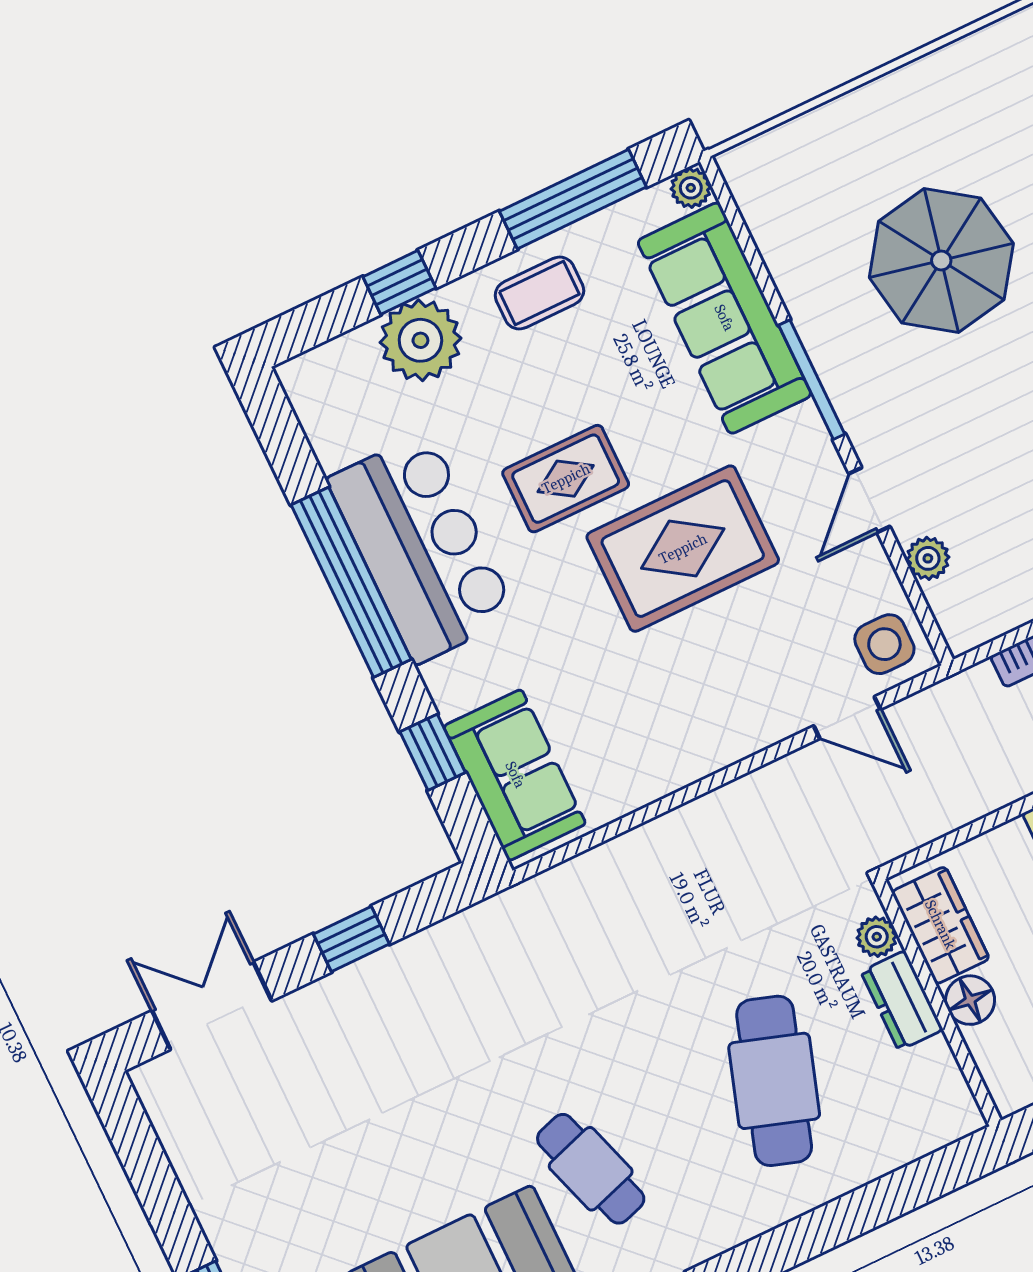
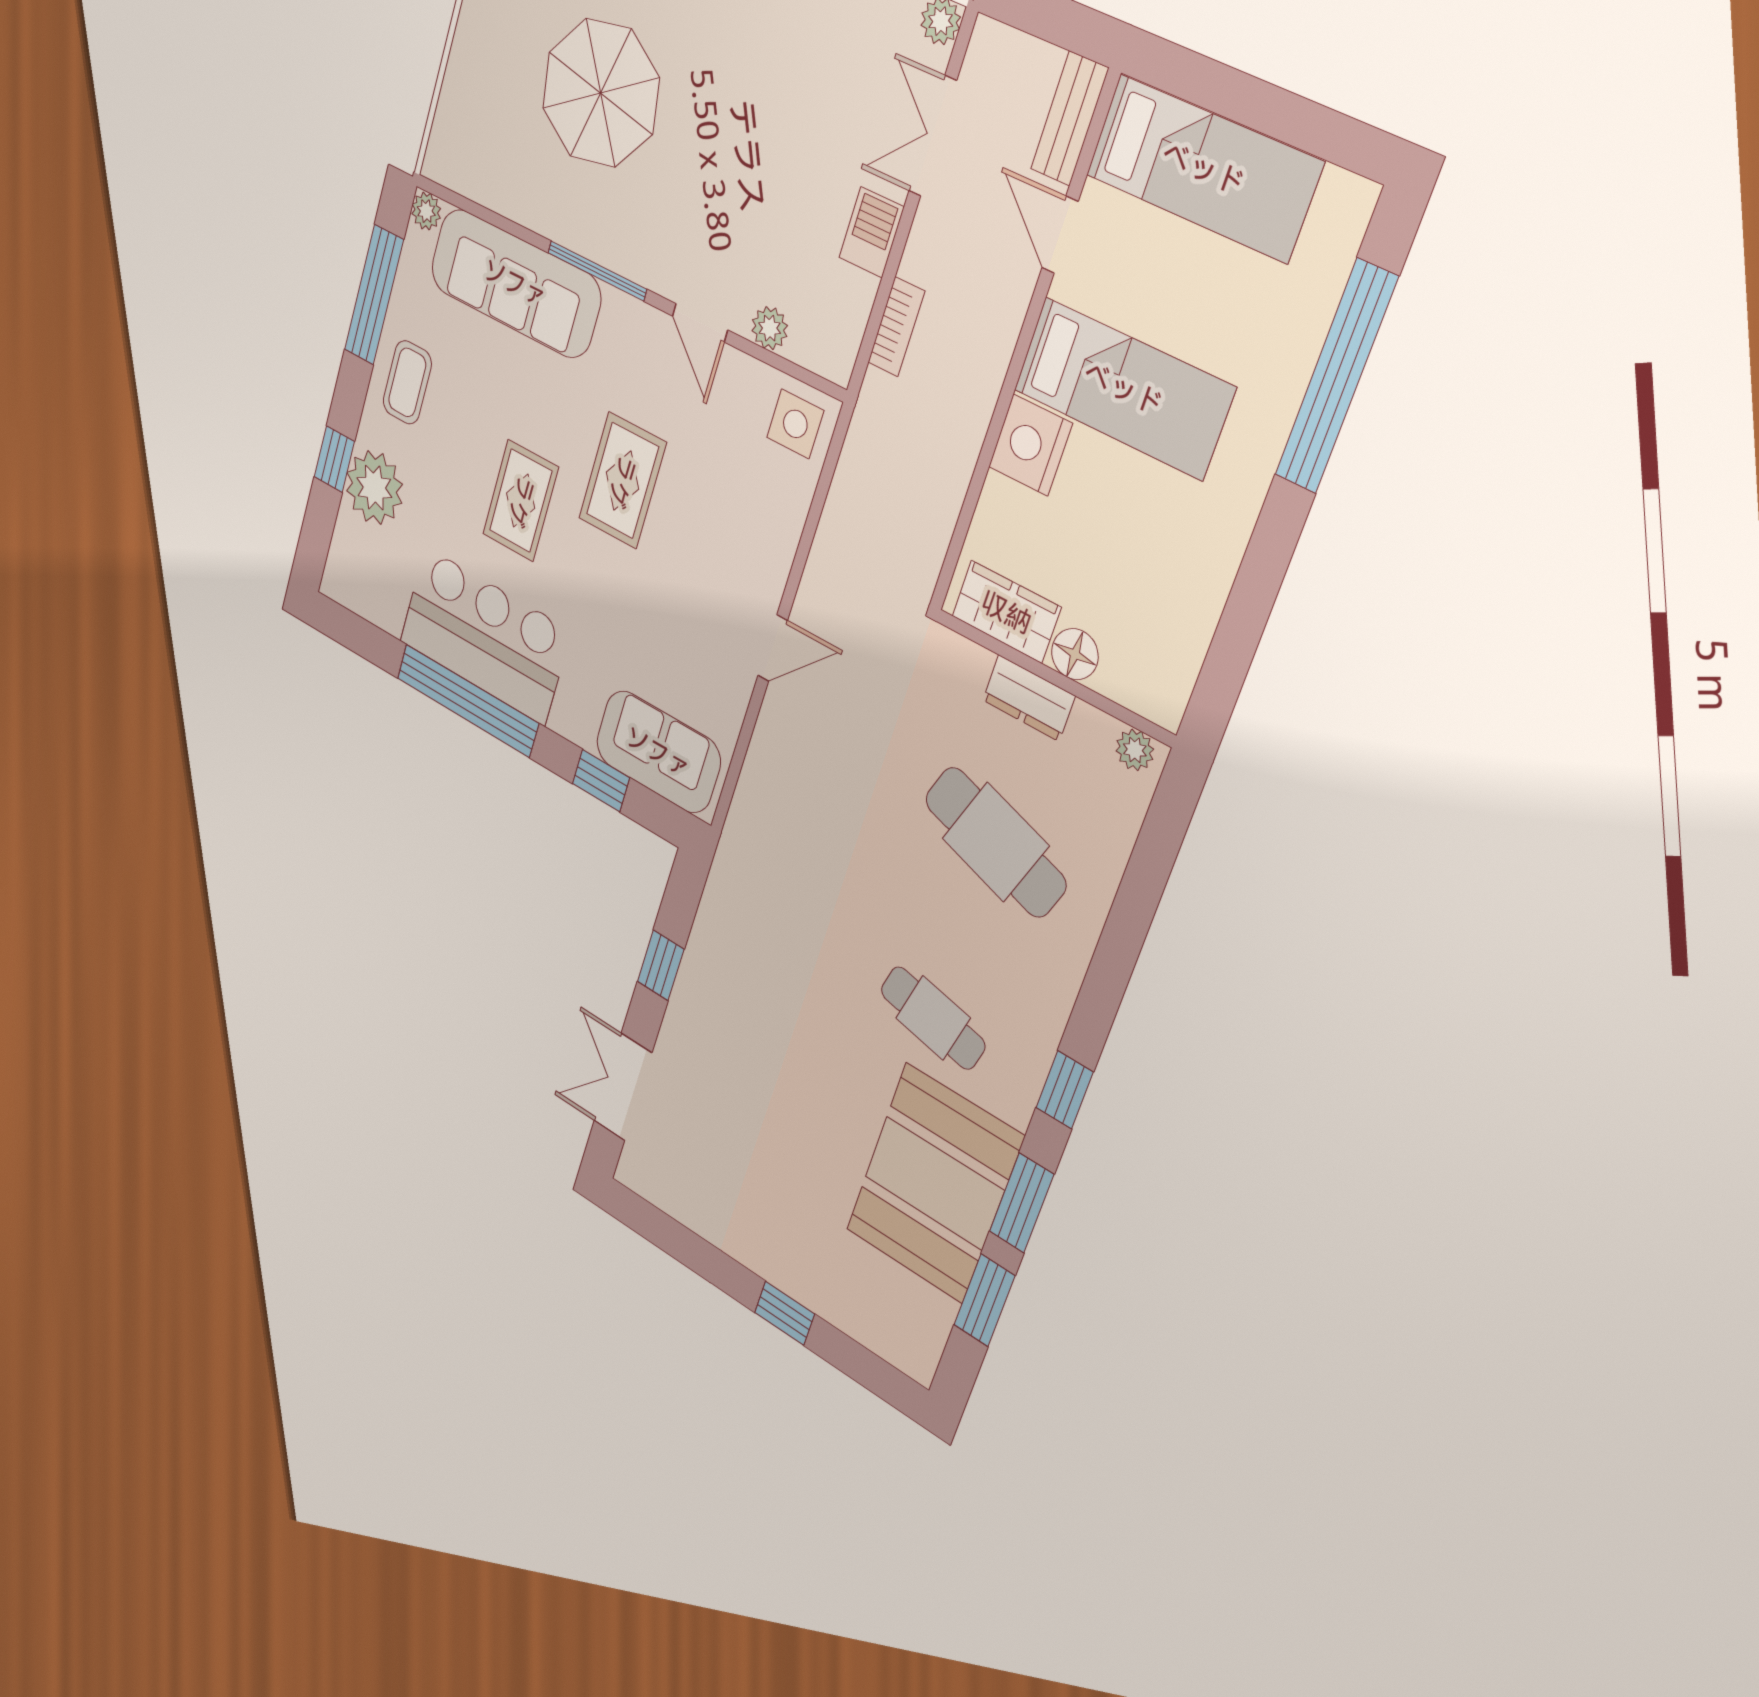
rug: (683, 549) -> (622, 481), width x0.73, depth x0.70
door: (847, 718) -> (773, 648), moved
plant: (877, 937) -> (1135, 750), moved
cafe table: (591, 1169) -> (933, 1018), turned 30

